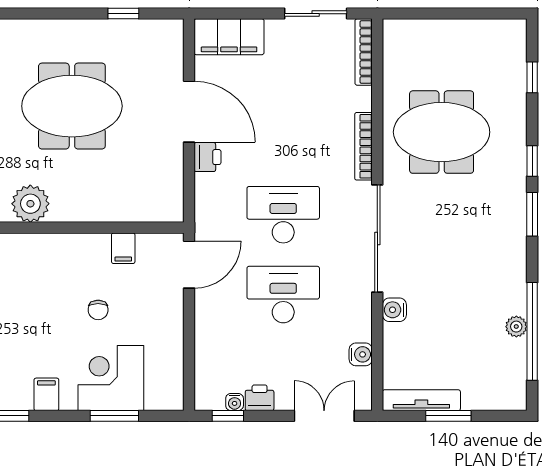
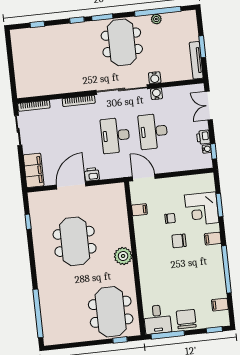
meeting table: (442, 132) -> (122, 42), moved
chair: (49, 324) -> (179, 241), added
water cooler: (361, 354) -> (156, 94), moved

